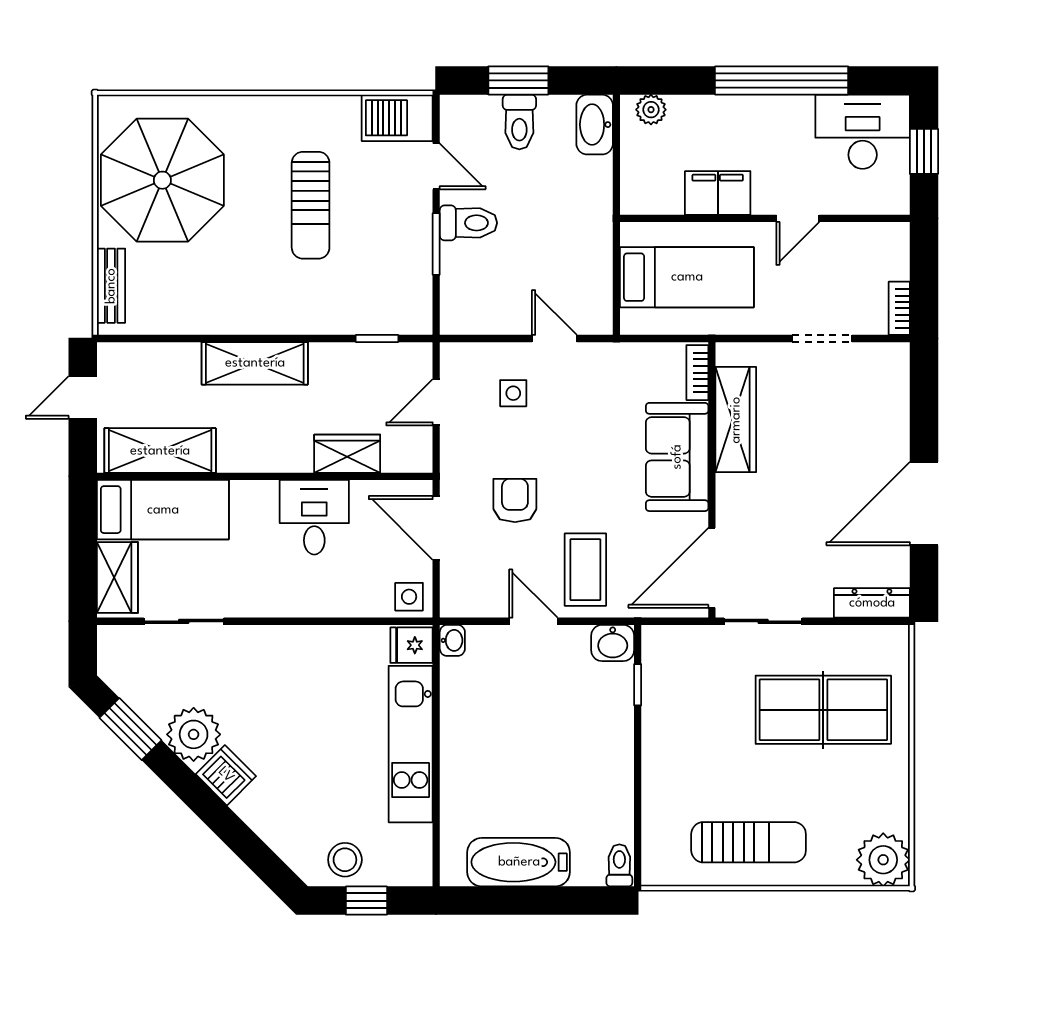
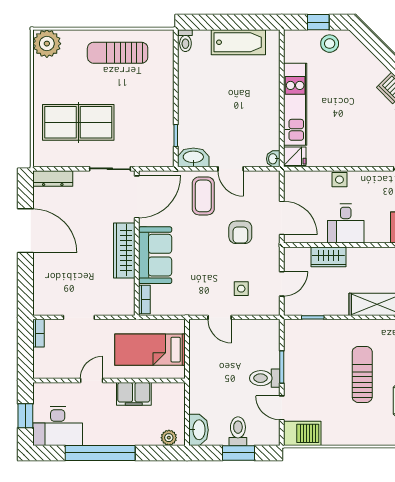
sun lounger: (311, 205) -> (362, 374), moved
wardrobe: (736, 420) -> (124, 250), moved
door: (924, 504) -> (25, 231), hinge flipped
side table: (409, 597) -> (339, 180), moved
washbasin: (613, 643) -> (193, 157), width x1.38

